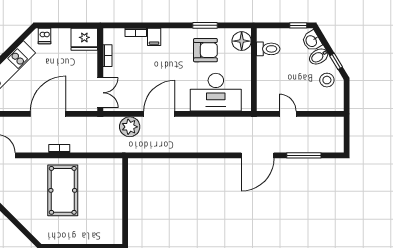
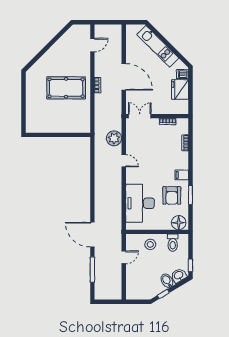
filing cabinet: (154, 37) -> (182, 175), moved
fridge: (84, 39) -> (180, 89), moved
stool: (327, 80) -> (150, 244), moved
double door: (100, 93) -> (140, 116), swing flipped
door: (159, 114) -> (124, 161), width x0.53

